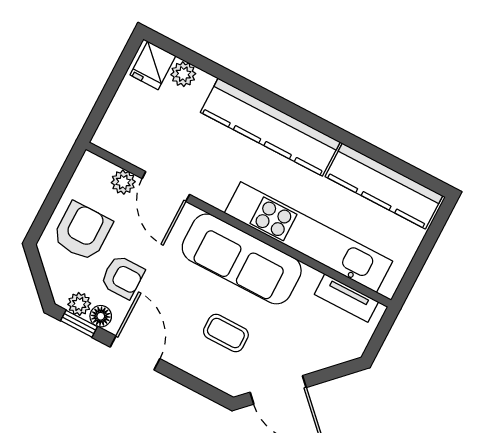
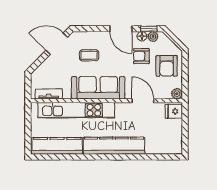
fridge: (153, 65) -> (174, 111), moved, turned -90
plant: (183, 74) -> (159, 149), removed
plant: (123, 182) -> (177, 94), moved

